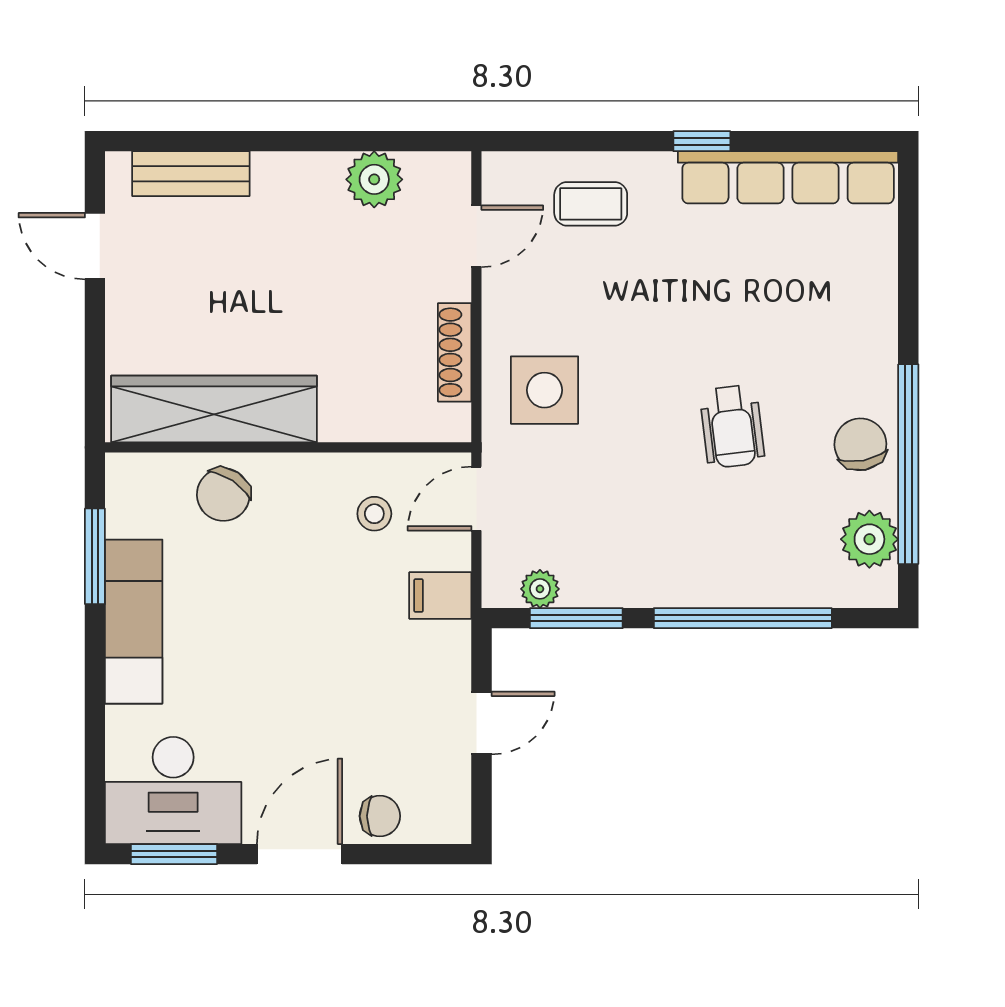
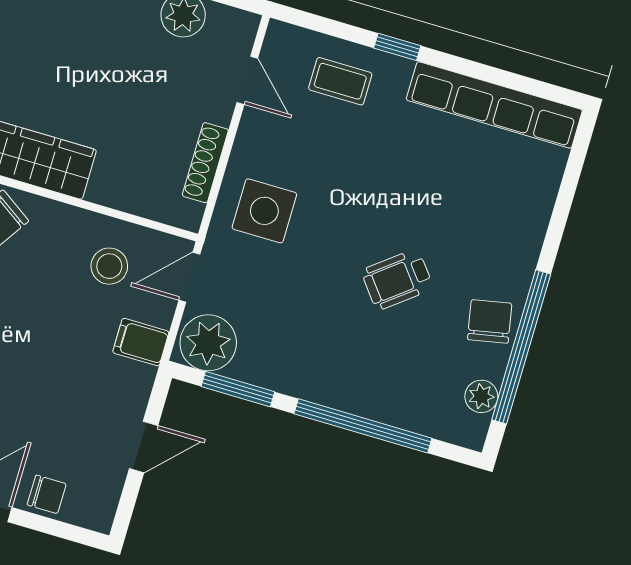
window: (702, 141) -> (397, 47), moved
door: (476, 236) -> (247, 80), hinge flipped
wheelchair: (732, 426) -> (397, 280), turned 59
stool: (374, 514) -> (109, 266), width x1.37, depth x1.37
plant: (869, 539) -> (481, 396), width x0.73, depth x0.73
plant: (540, 589) -> (208, 343), width x1.87, depth x1.87

